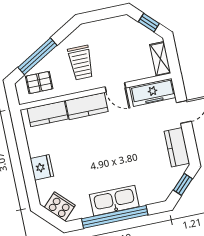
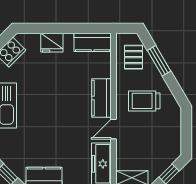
window: (37, 56) -> (159, 61), width x0.69
kitchen counter: (48, 114) -> (93, 42), moved, turned -90

